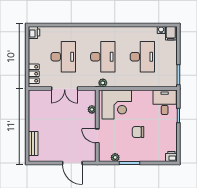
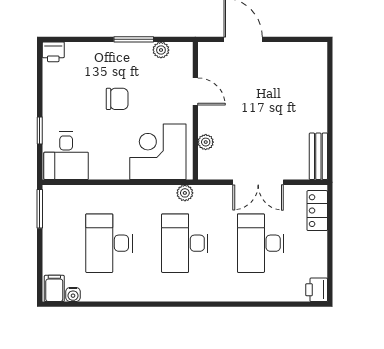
double door: (65, 89) -> (258, 182), swing flipped
bench: (33, 144) -> (318, 156), moved

